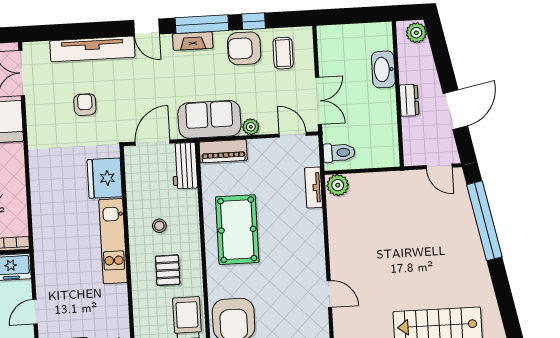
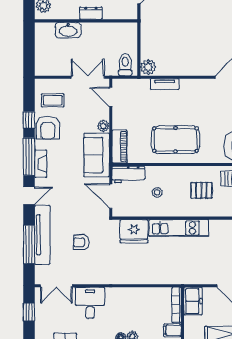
window: (78, 31) -> (29, 244), added
door: (293, 135) -> (111, 97), hinge flipped
tv unit: (314, 188) -> (165, 84), moved
stool: (159, 226) -> (157, 192), moved

